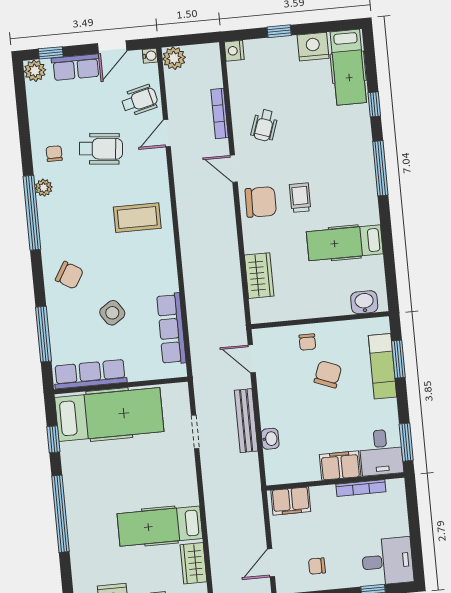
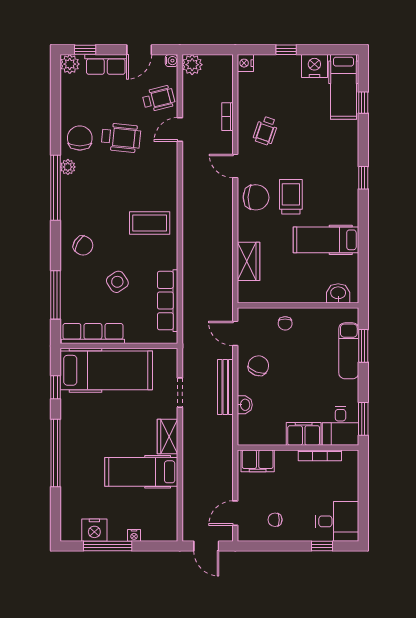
window: (374, 104) -> (363, 103), moved
bookcase: (220, 113) -> (227, 117), width x0.64
chair: (54, 154) -> (80, 138), width x1.87, depth x1.87
window: (380, 168) -> (363, 178), width x0.46
trolley: (300, 198) -> (291, 197), width x1.36, depth x1.39
coffee table: (137, 218) -> (150, 223), moved
chair: (328, 374) -> (258, 366), moved
wardrobe: (193, 563) -> (168, 437), moved

